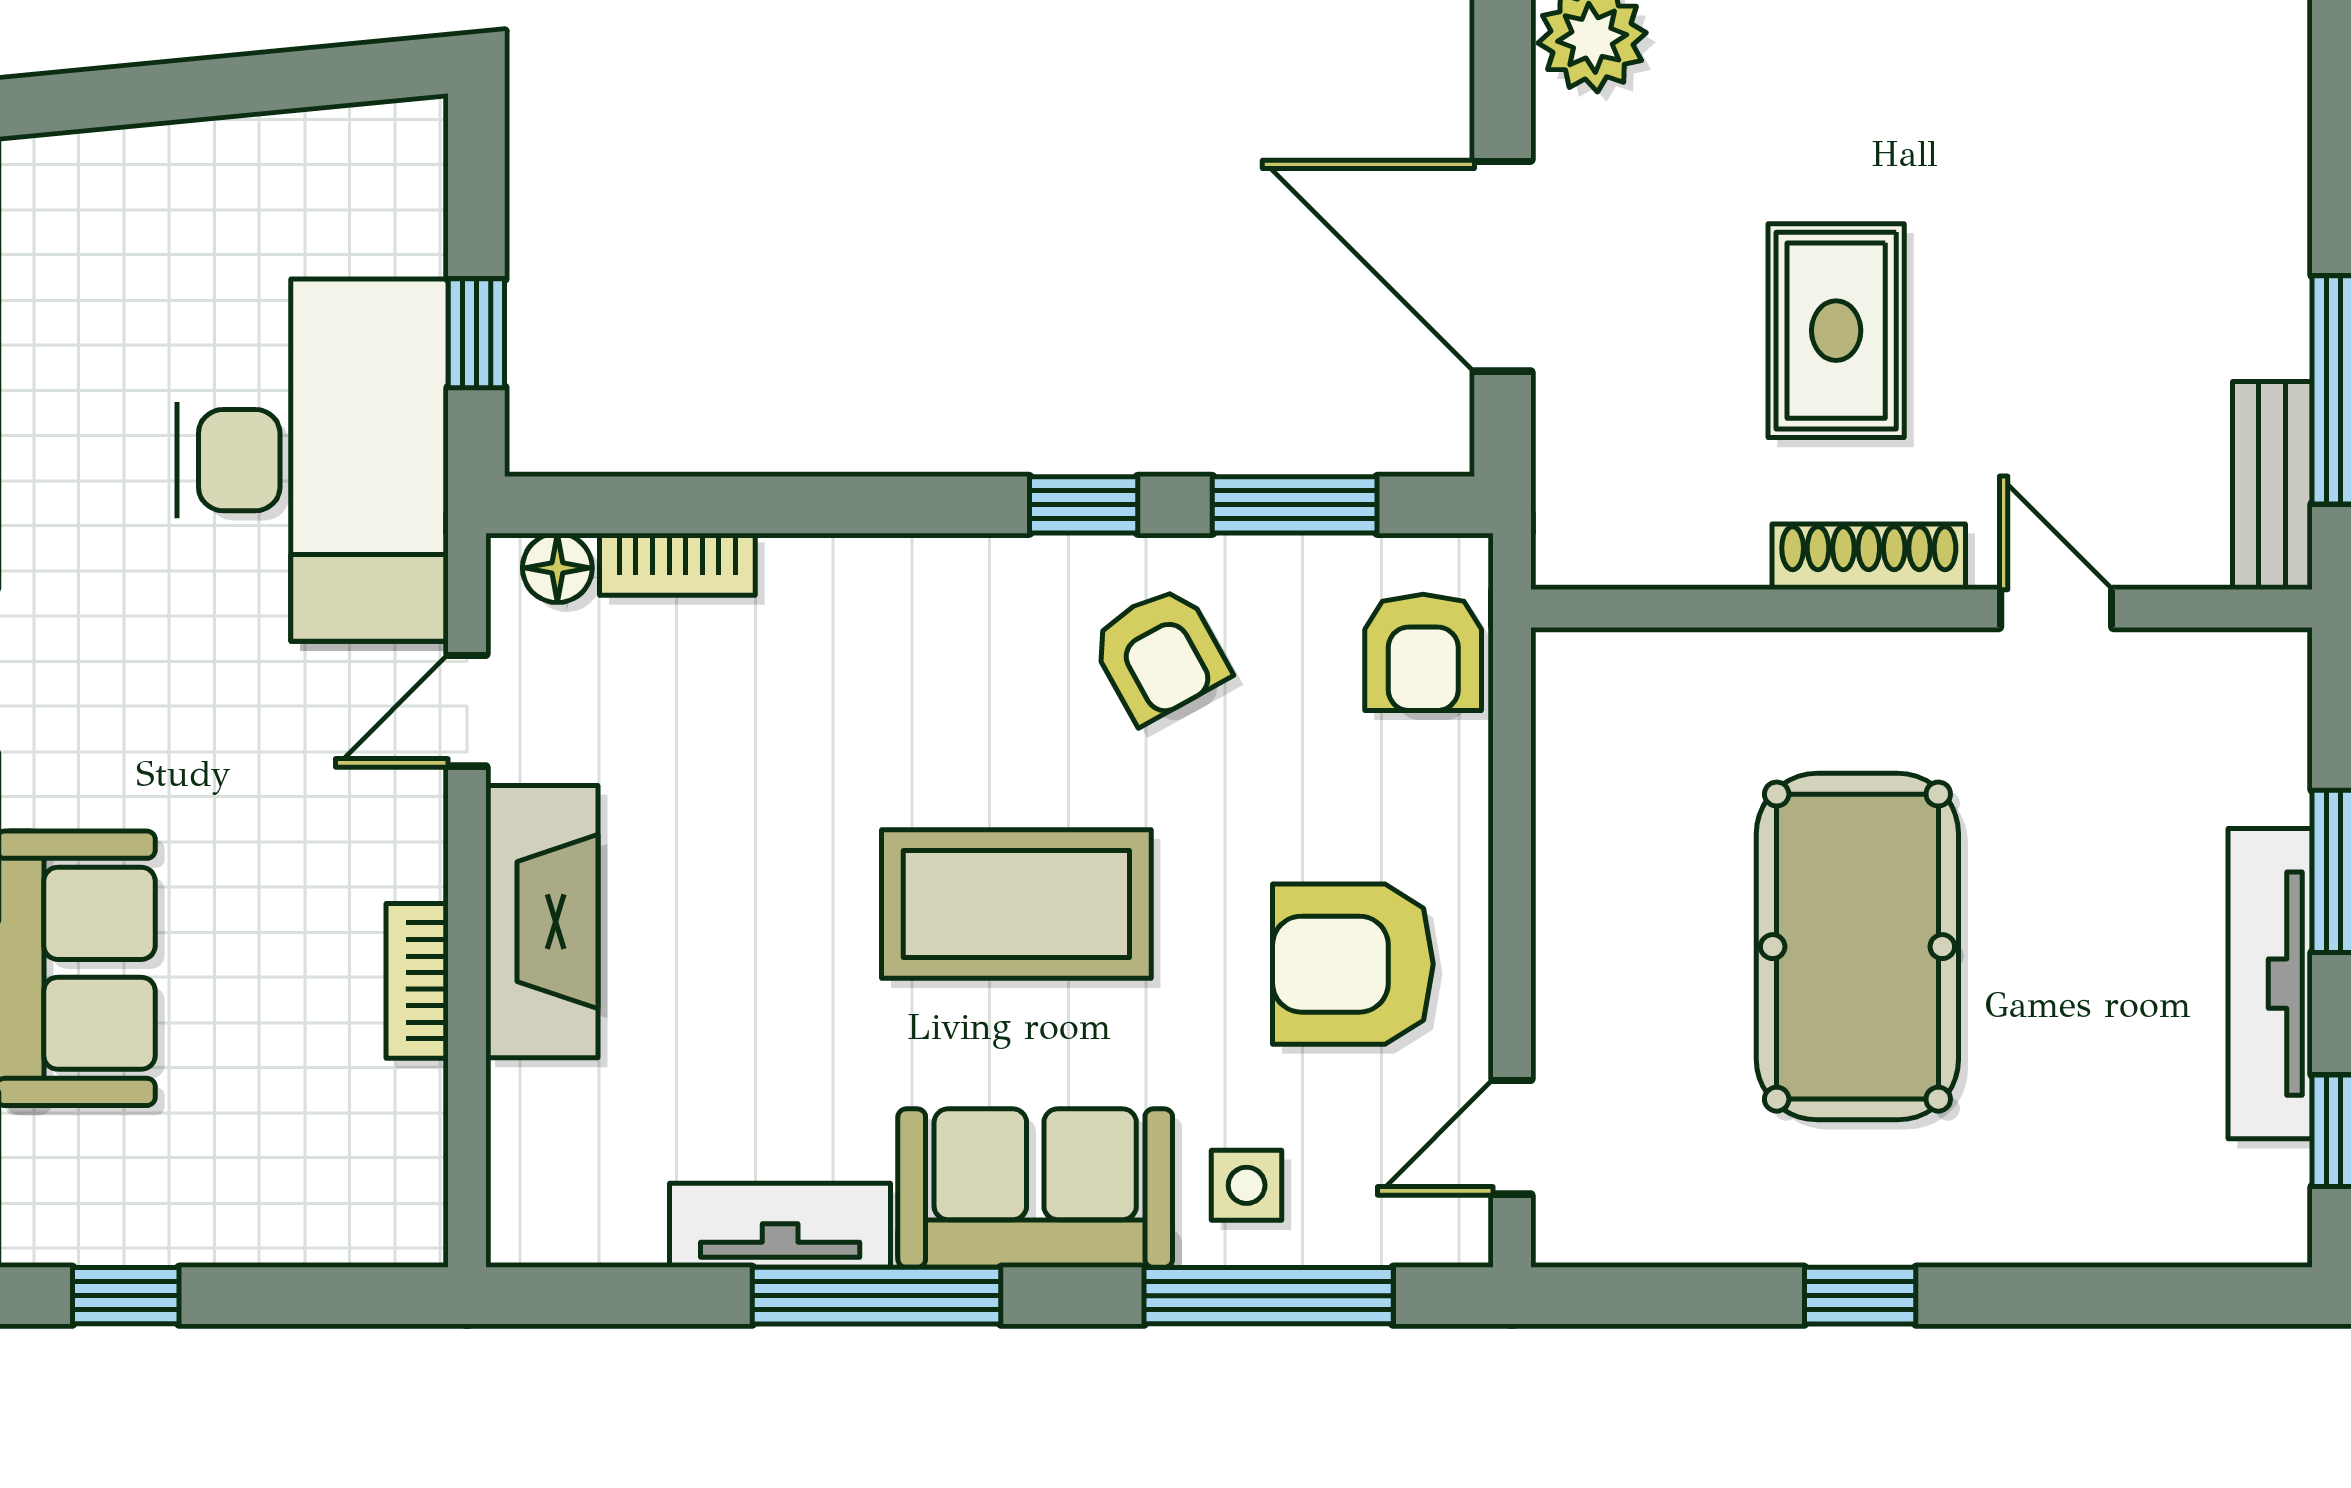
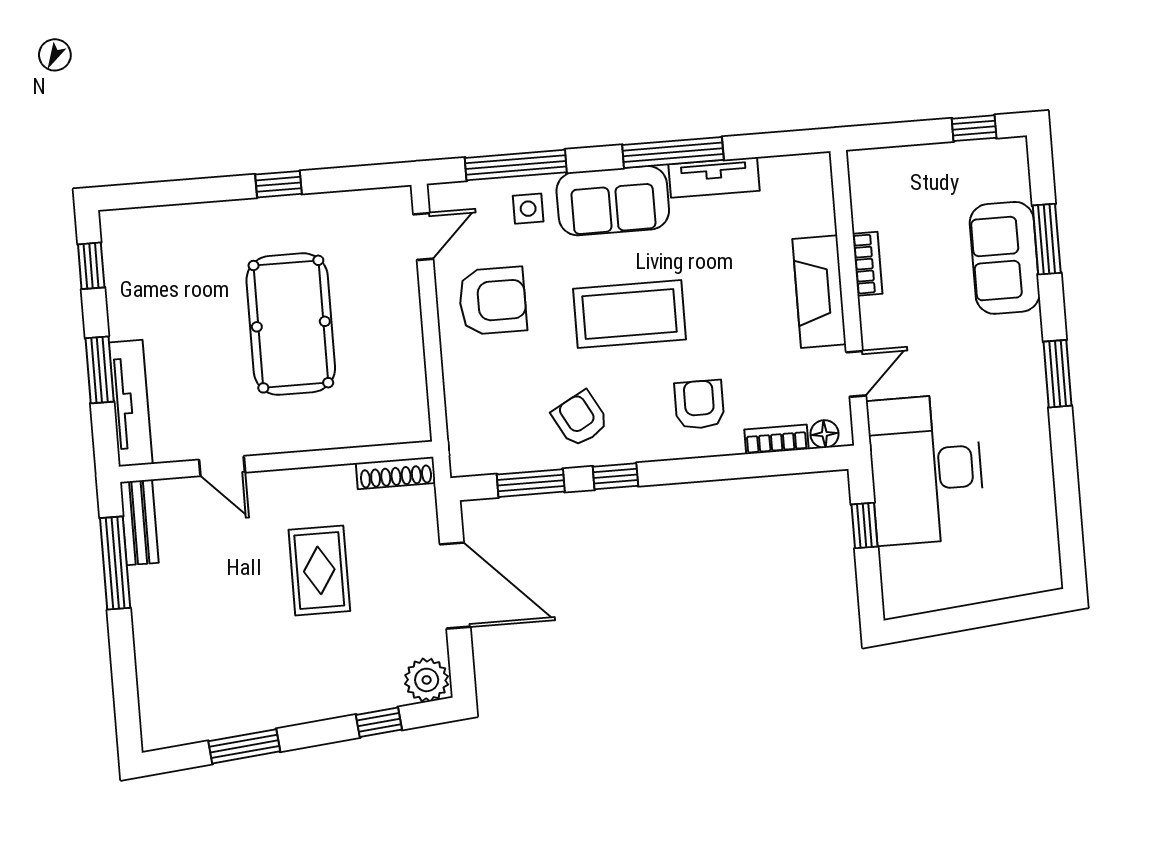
shoe rack: (1869, 557) -> (396, 473), moved
armchair: (1423, 652) -> (699, 405), moved
tv unit: (2270, 984) -> (131, 403), moved

